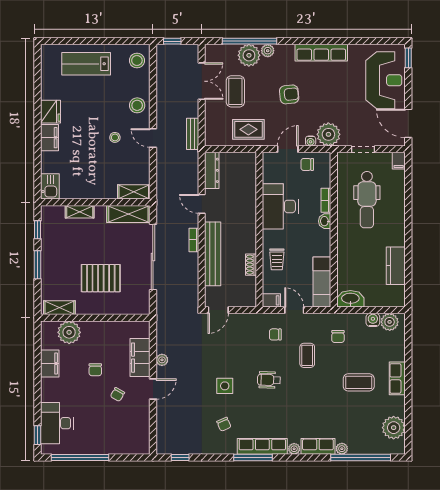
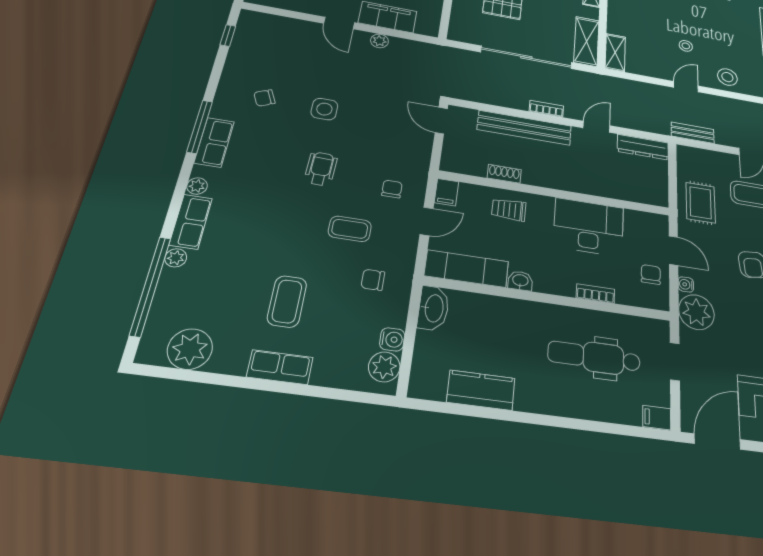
washbasin: (325, 221) -> (520, 281), moved
row of seats: (262, 446) -> (214, 142), width x0.68

